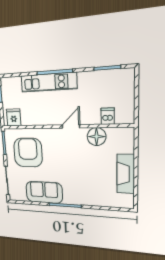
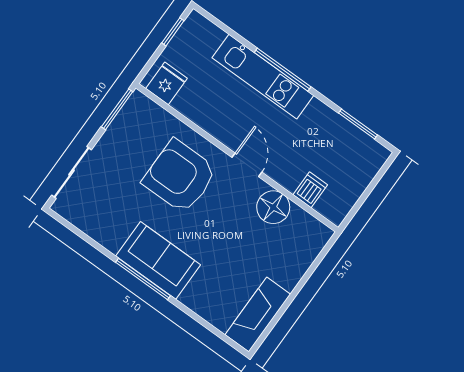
door: (71, 126) -> (247, 165), hinge flipped
armchair: (28, 153) -> (180, 176), moved, turned -90
fireplace: (126, 174) -> (258, 314), moved
sofa: (44, 192) -> (158, 260), moved

